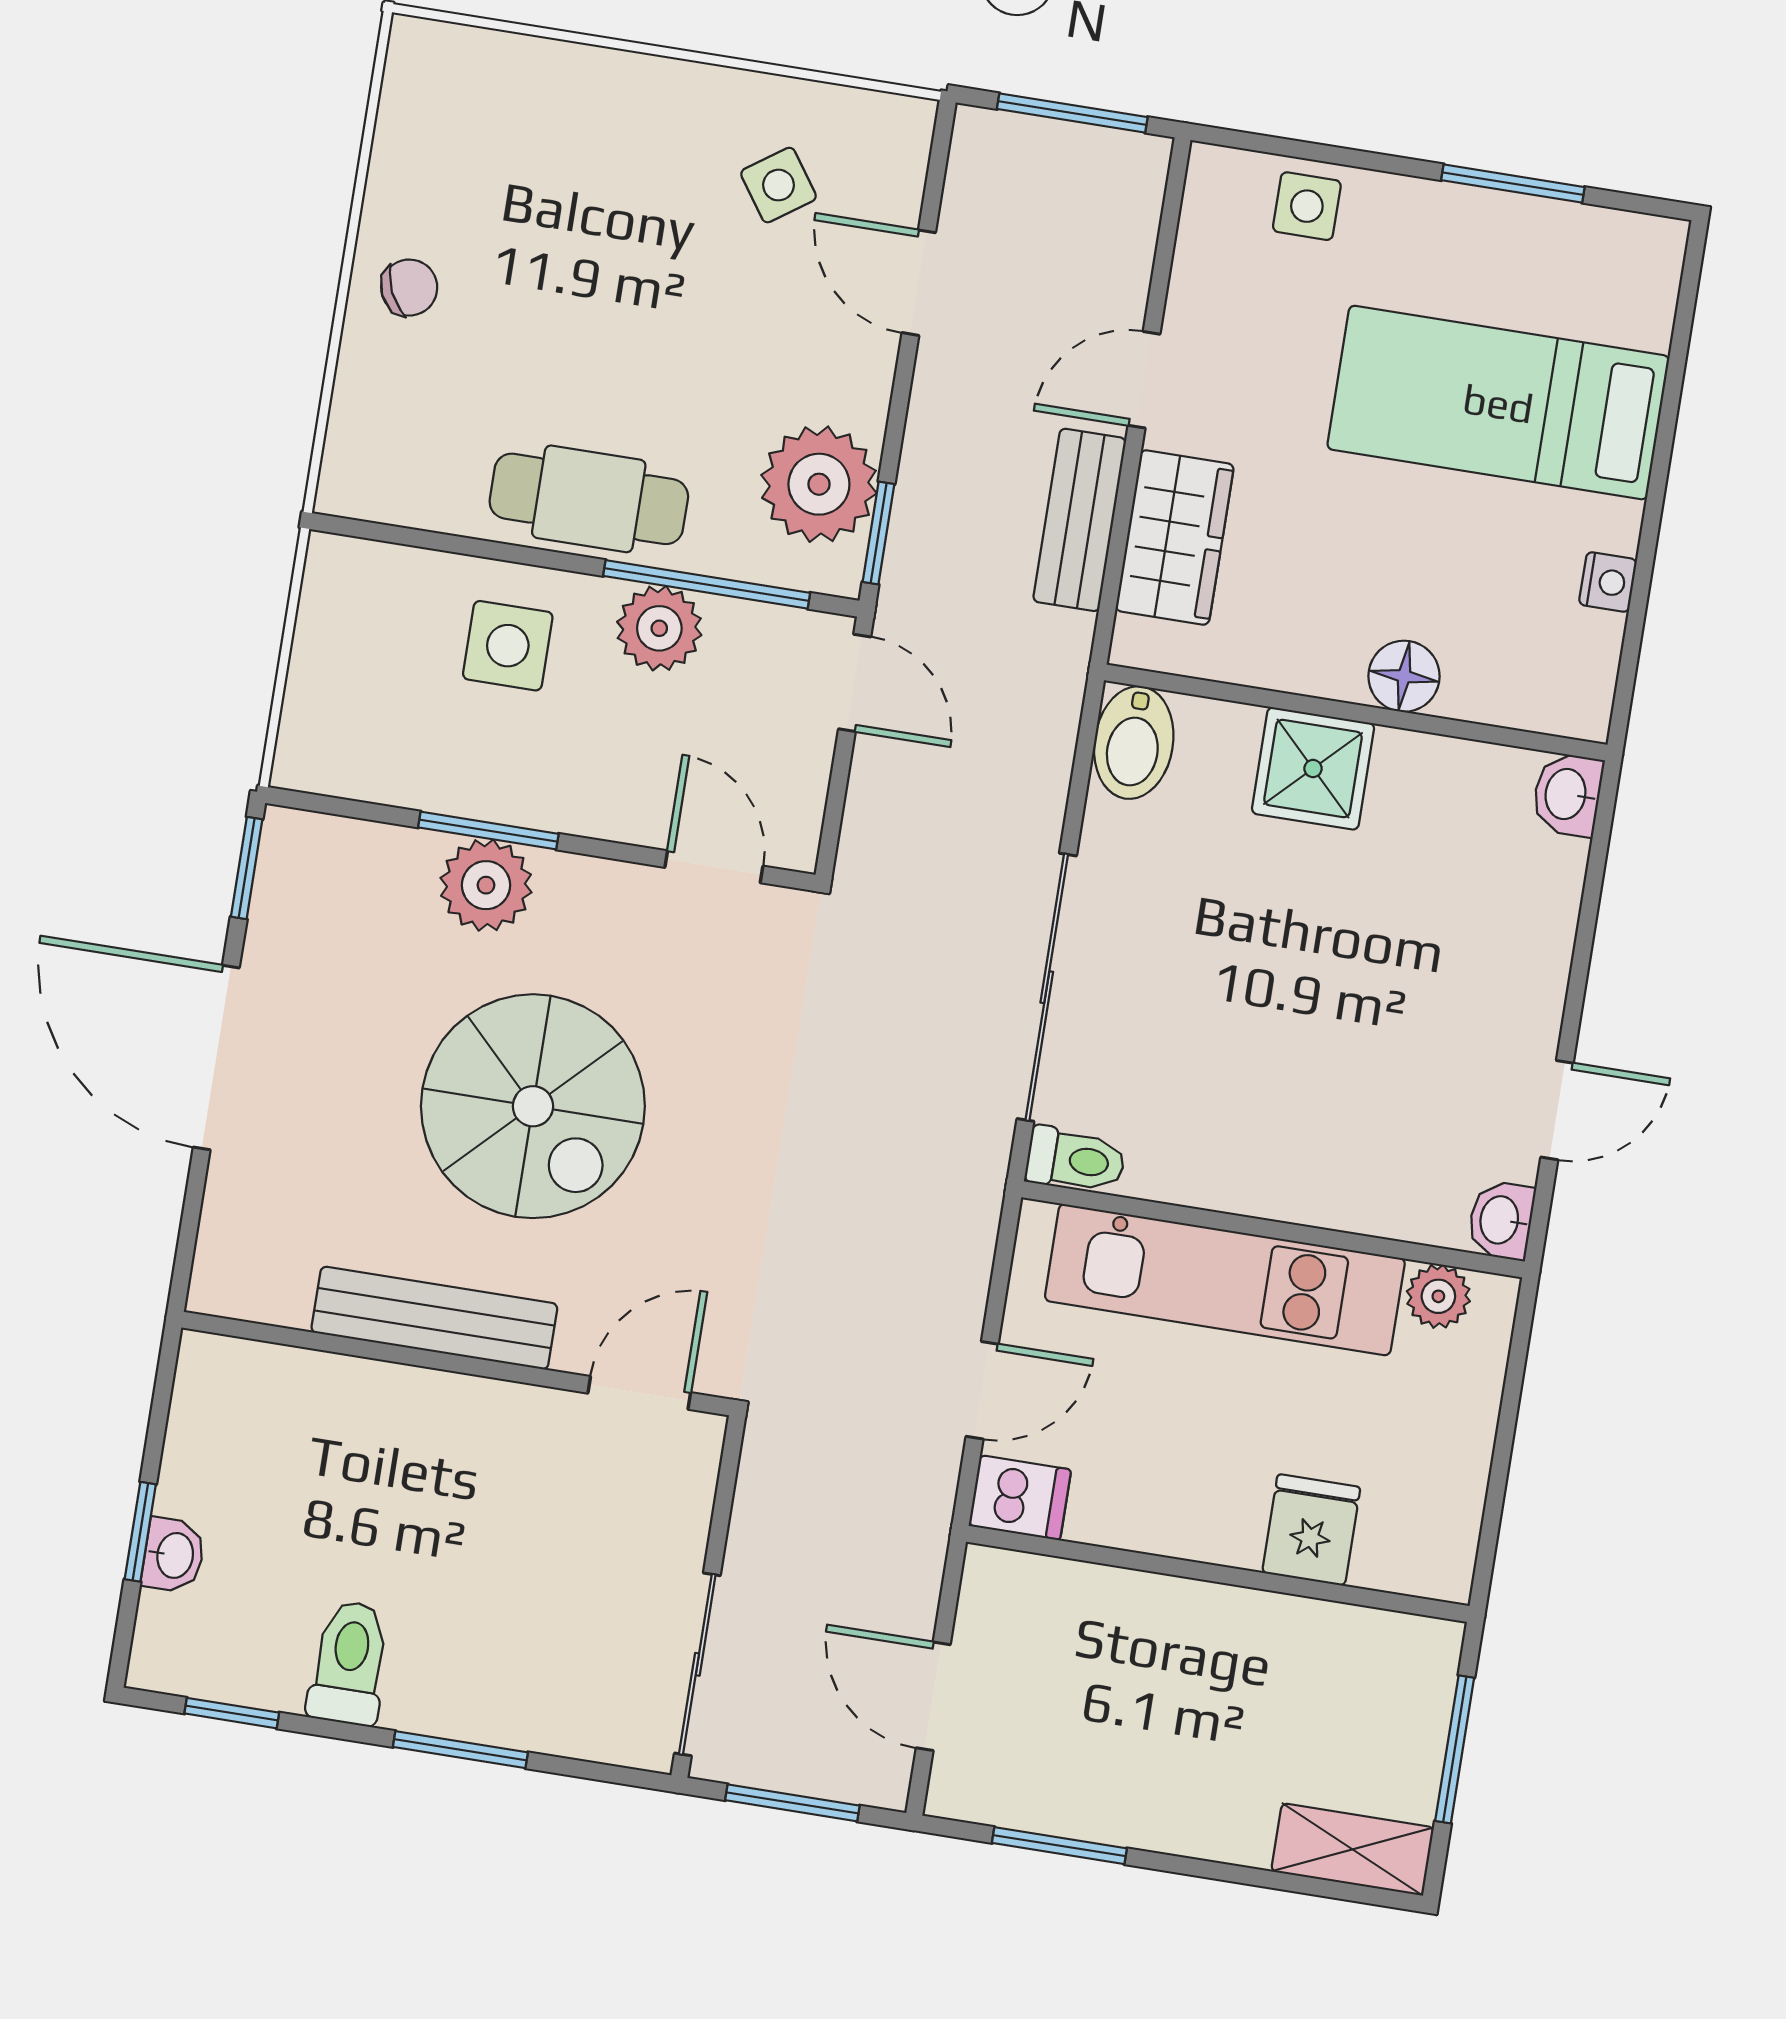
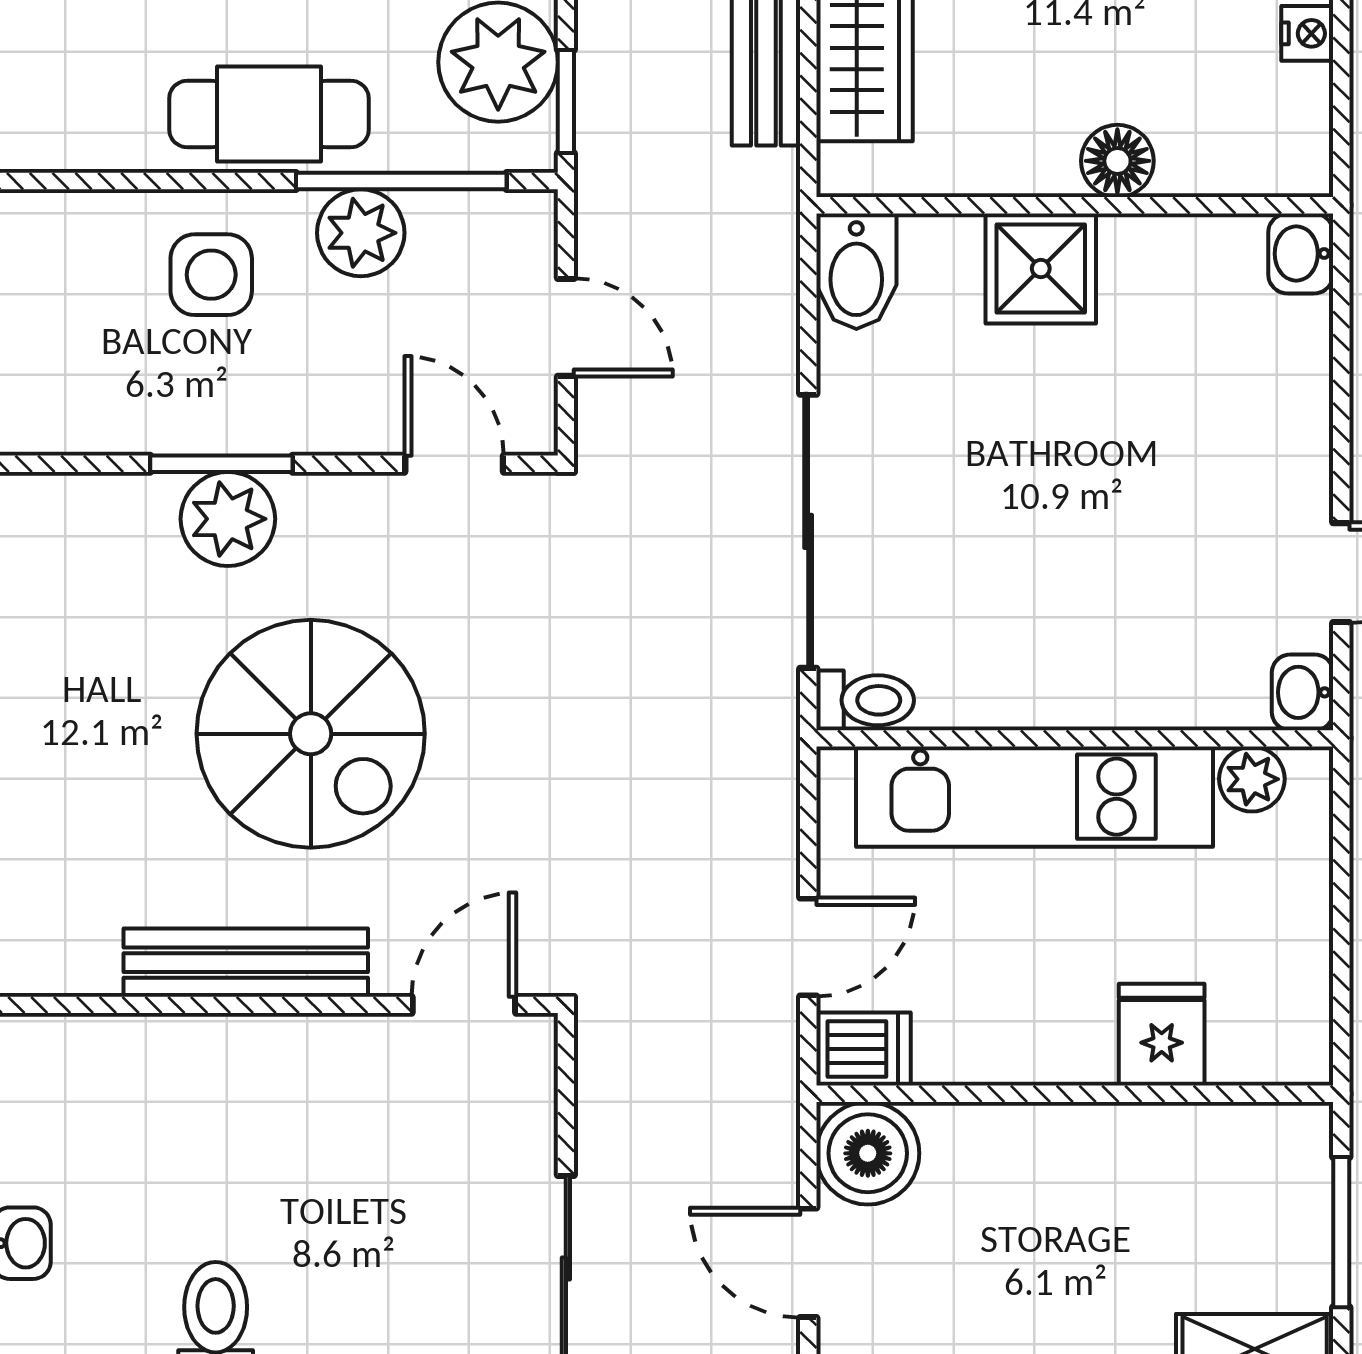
door: (855, 683) -> (566, 327), moved
boiler: (1008, 1599) -> (868, 1153), added

